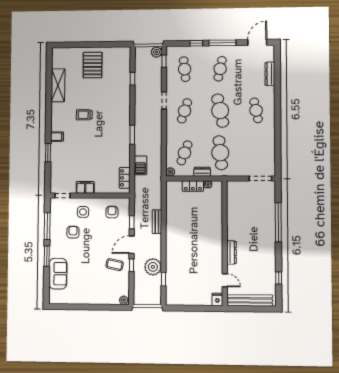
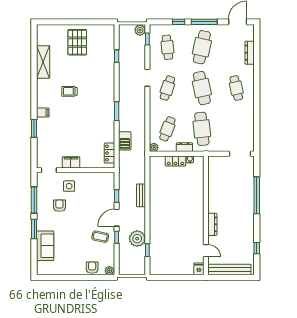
cafe table: (220, 69) -> (202, 47), width x1.37, depth x1.35
armchair: (112, 212) -> (92, 268), moved

